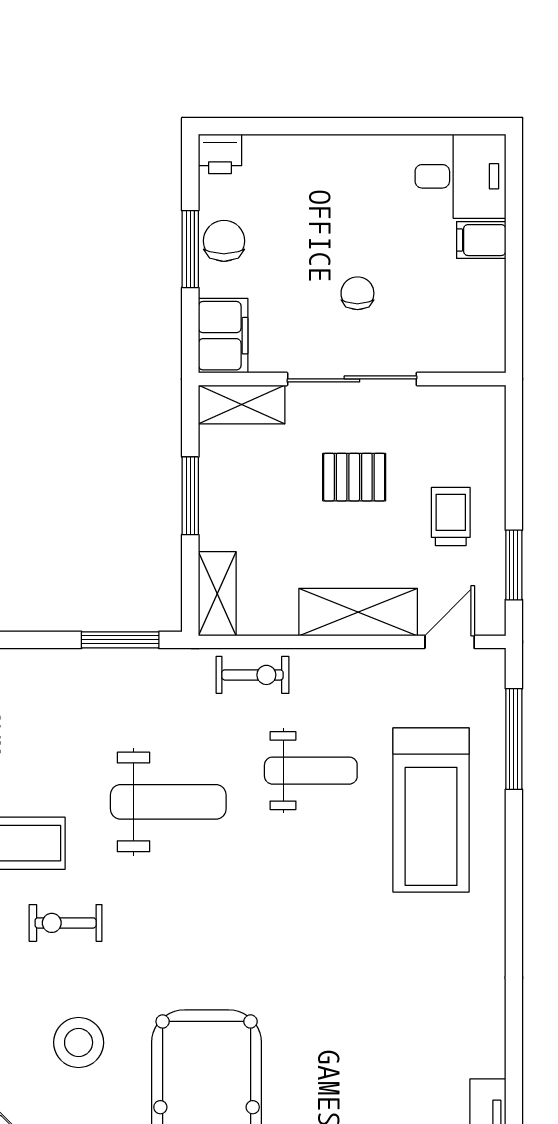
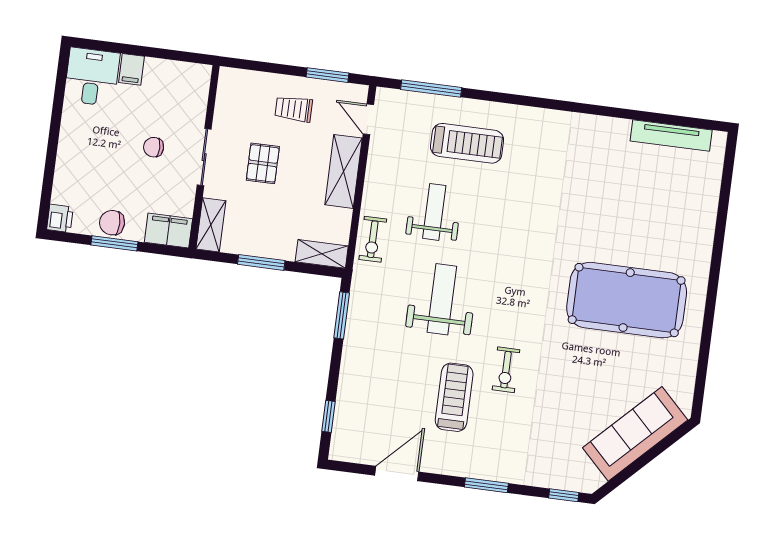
sliding door: (352, 379) -> (204, 157), width x0.73
exercise bike: (253, 675) -> (373, 239), turned 180
treadmill: (431, 810) -> (467, 143), width x0.73, depth x0.73
stool: (79, 1043) -> (578, 371), removed

